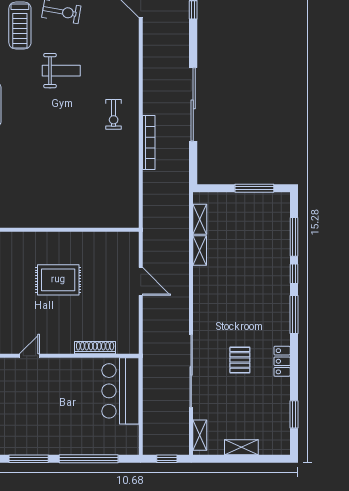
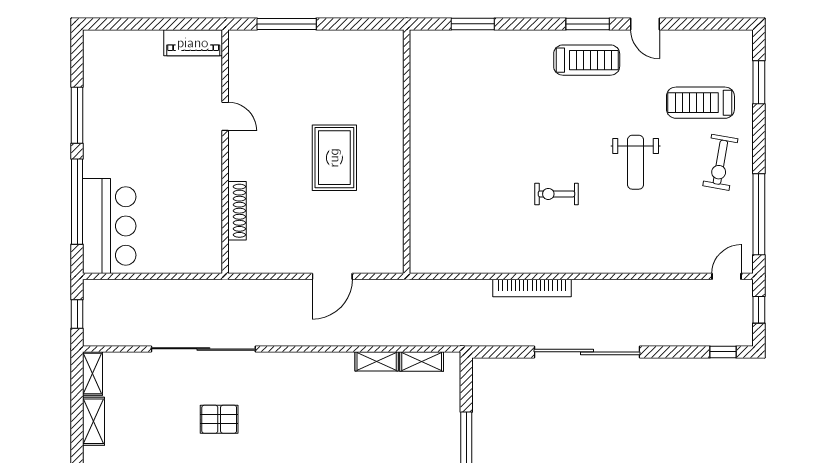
exercise bike: (114, 114) -> (556, 194), moved
bar counter: (120, 391) -> (109, 226), moved, turned 90
shelving: (200, 435) -> (93, 374), moved, turned 90

